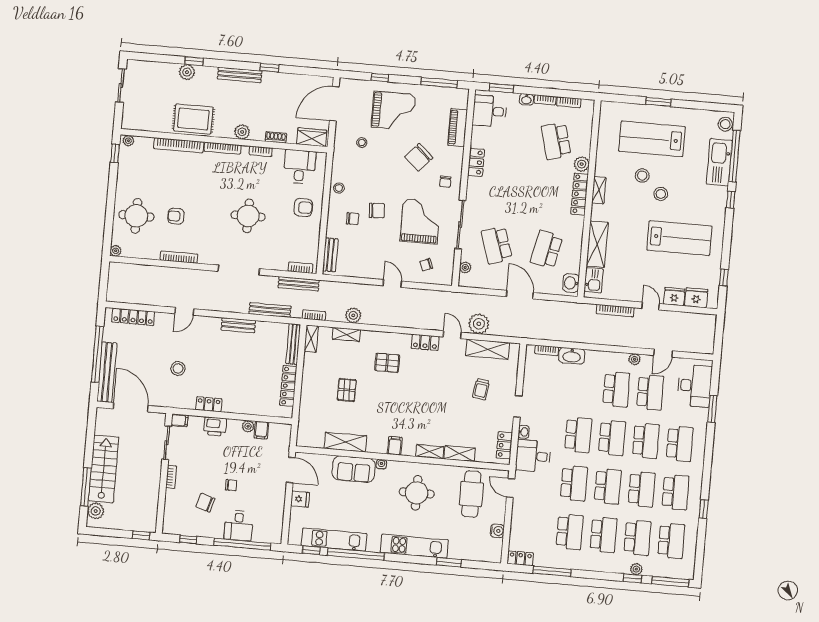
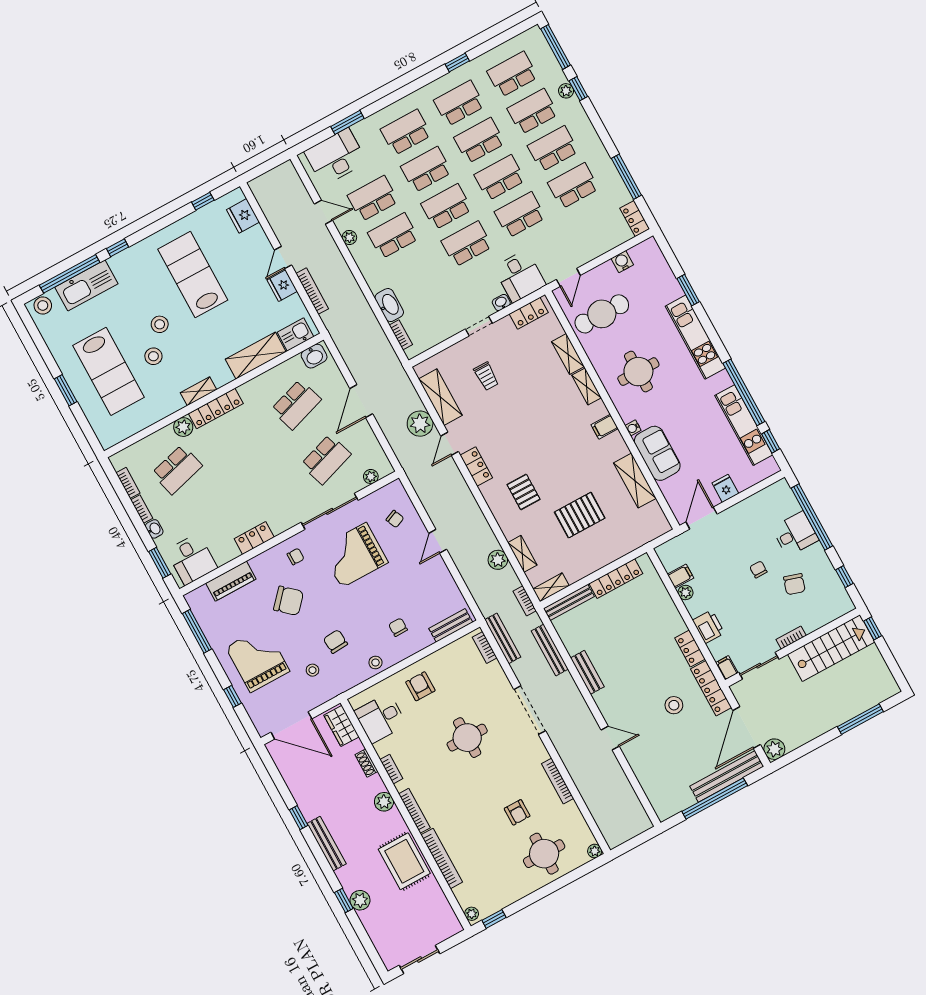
chair: (377, 210) -> (335, 642), moved
school desk: (547, 249) -> (296, 405), turned -30
fridge: (674, 297) -> (282, 286), moved
locker: (133, 317) -> (711, 688), moved, turned 180
trolley: (481, 389) -> (486, 376), turned 82
pallet: (347, 390) -> (580, 515), width x1.50, depth x1.42
stairs: (104, 469) -> (831, 648), moved, turned 180
plant: (96, 511) -> (774, 749), moved

